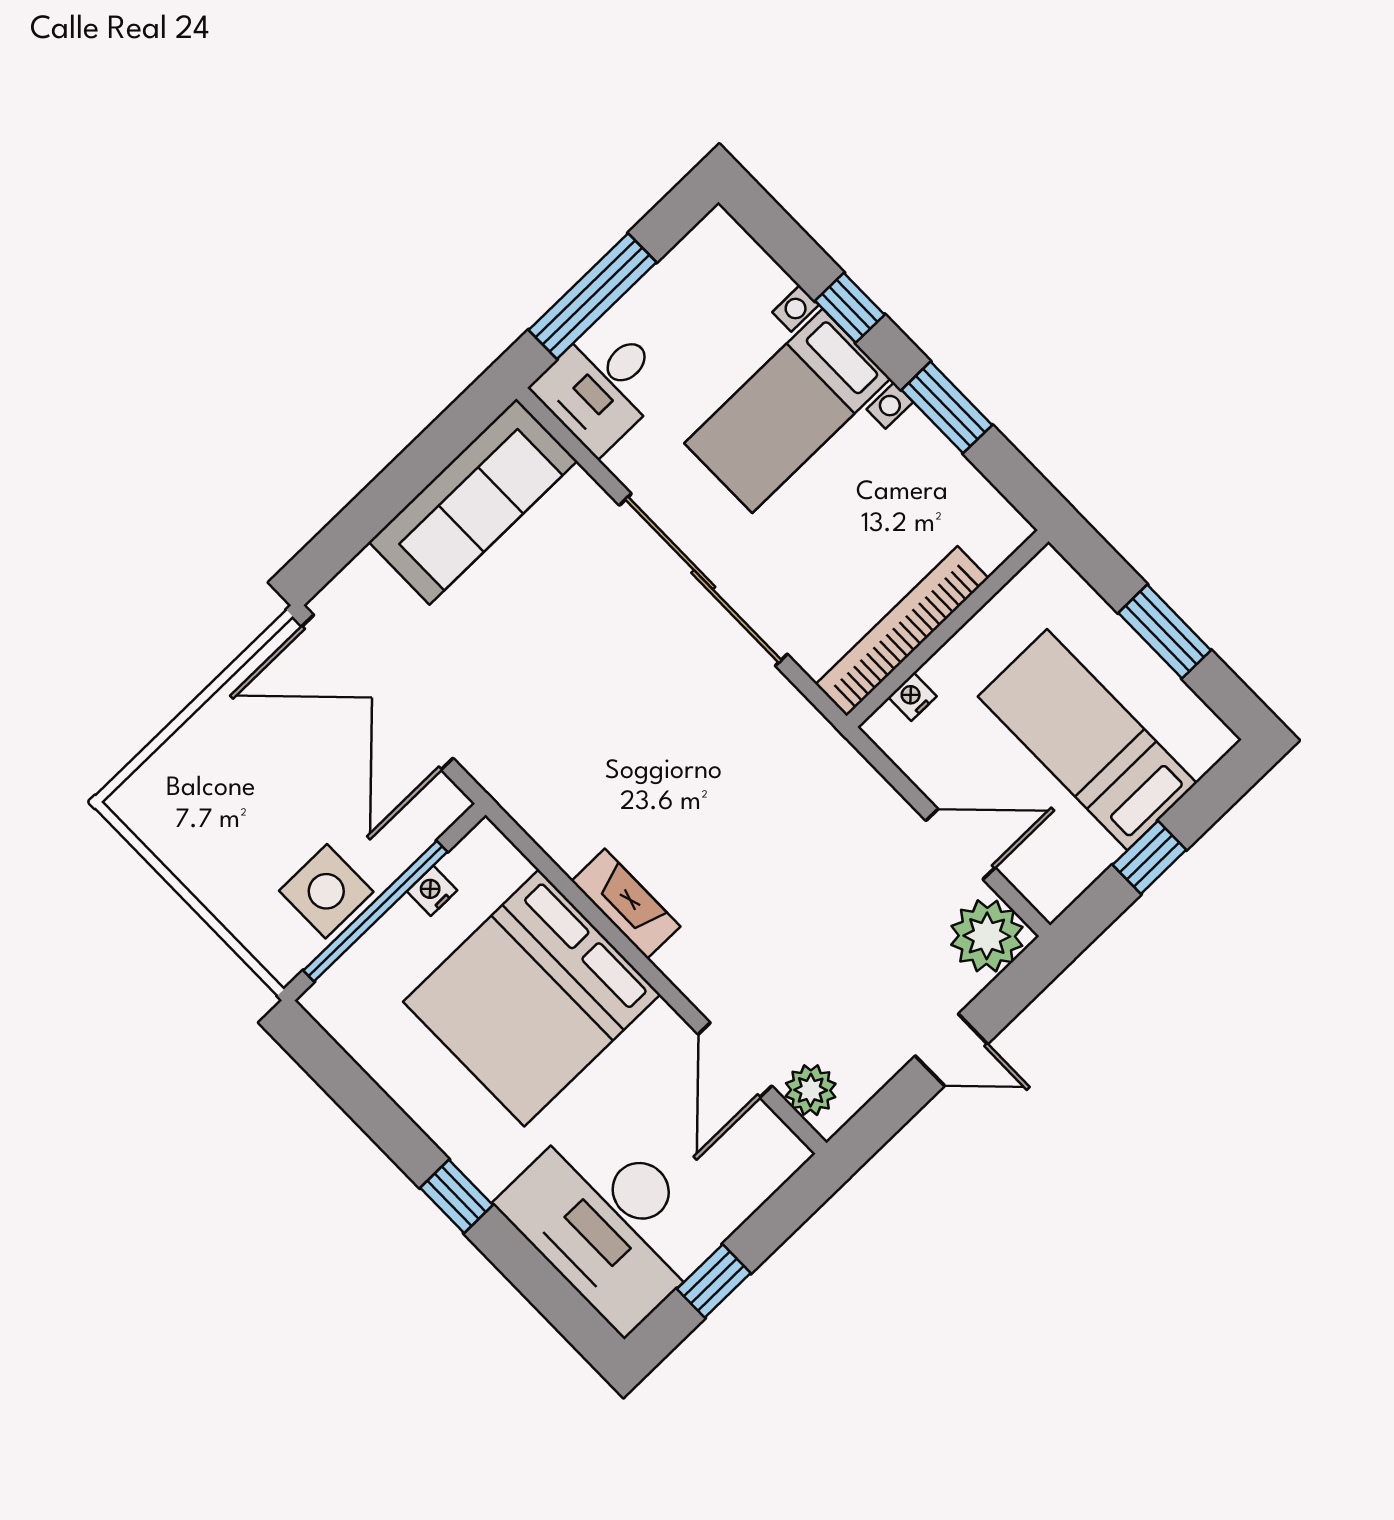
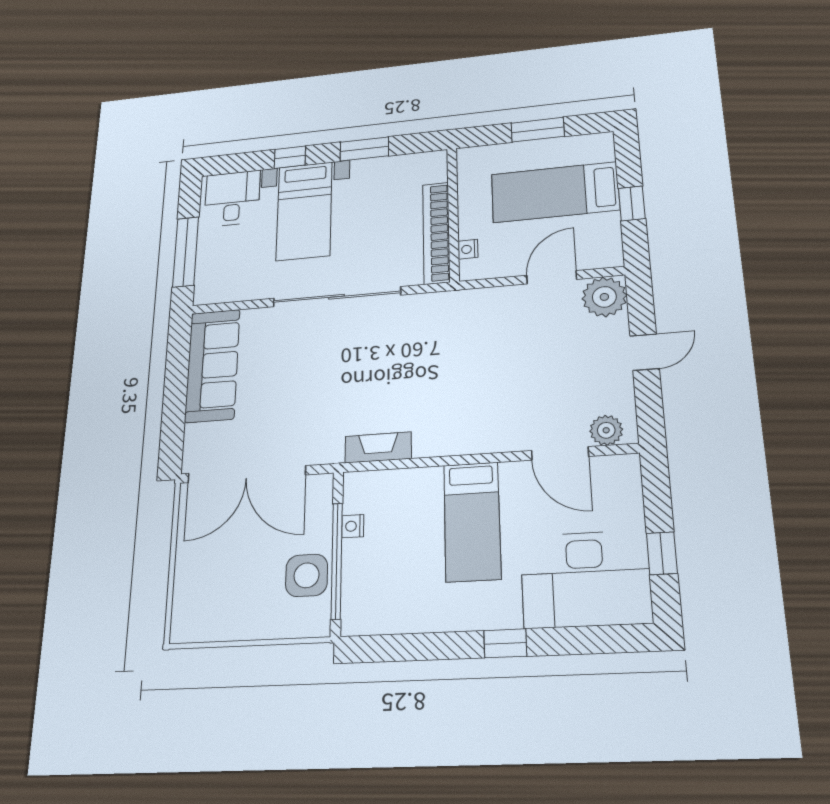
desk: (602, 386) -> (232, 198), moved, turned 180
fireplace: (626, 904) -> (378, 447), moved
bed: (532, 998) -> (472, 521), width x0.49

